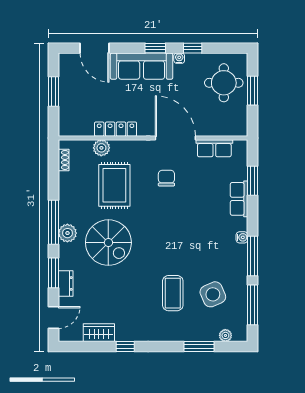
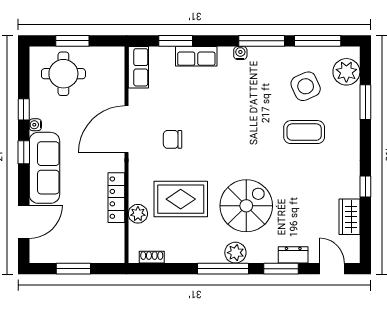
row of seats: (214, 148) -> (138, 67), moved
plant: (225, 335) -> (346, 72), width x1.88, depth x1.88

